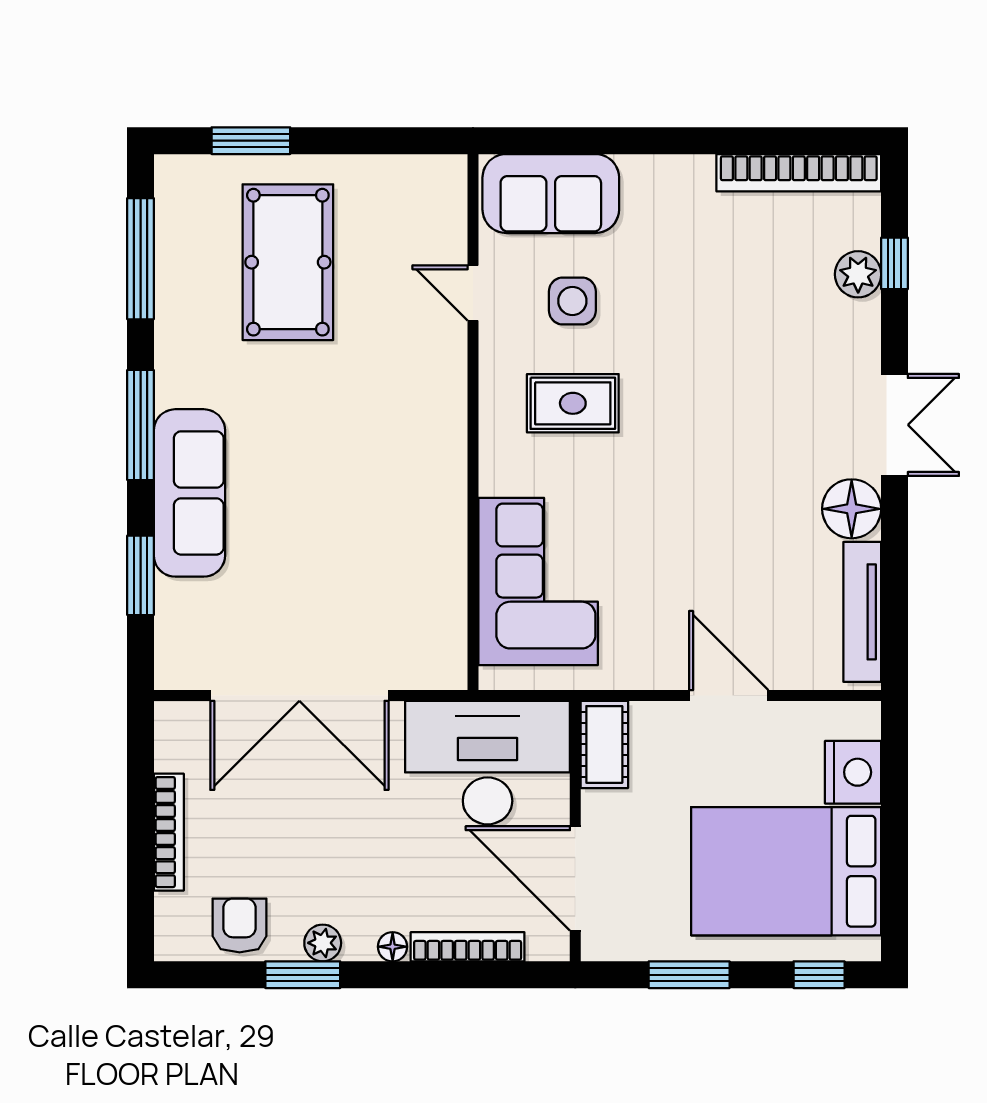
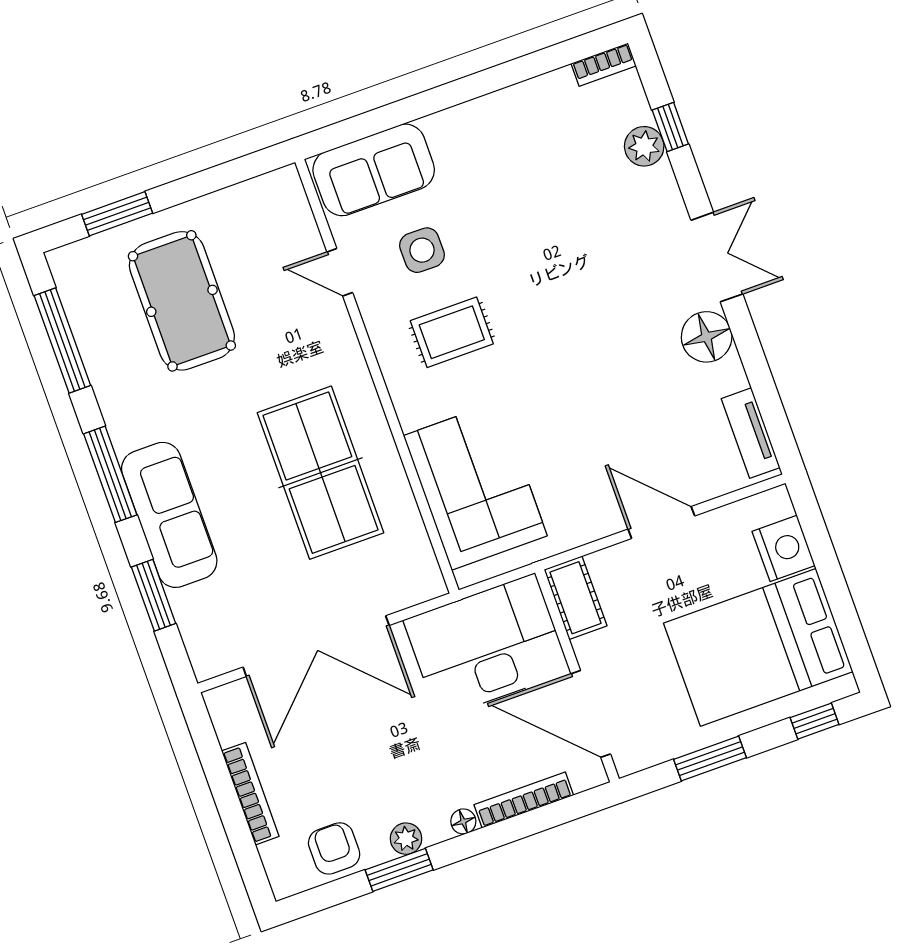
bookcase: (799, 173) -> (604, 65), width x0.43, depth x0.76
table tennis table: (373, 506) -> (321, 473), added
tv unit: (862, 612) -> (751, 433), width x0.71

